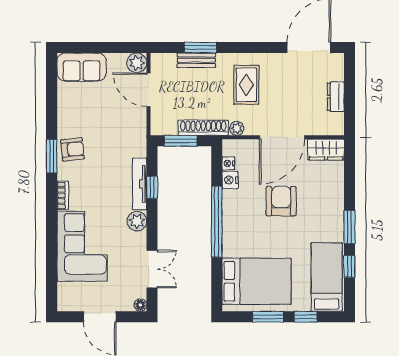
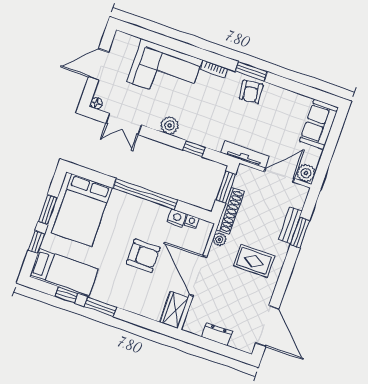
tv unit: (140, 184) -> (245, 154), moved

